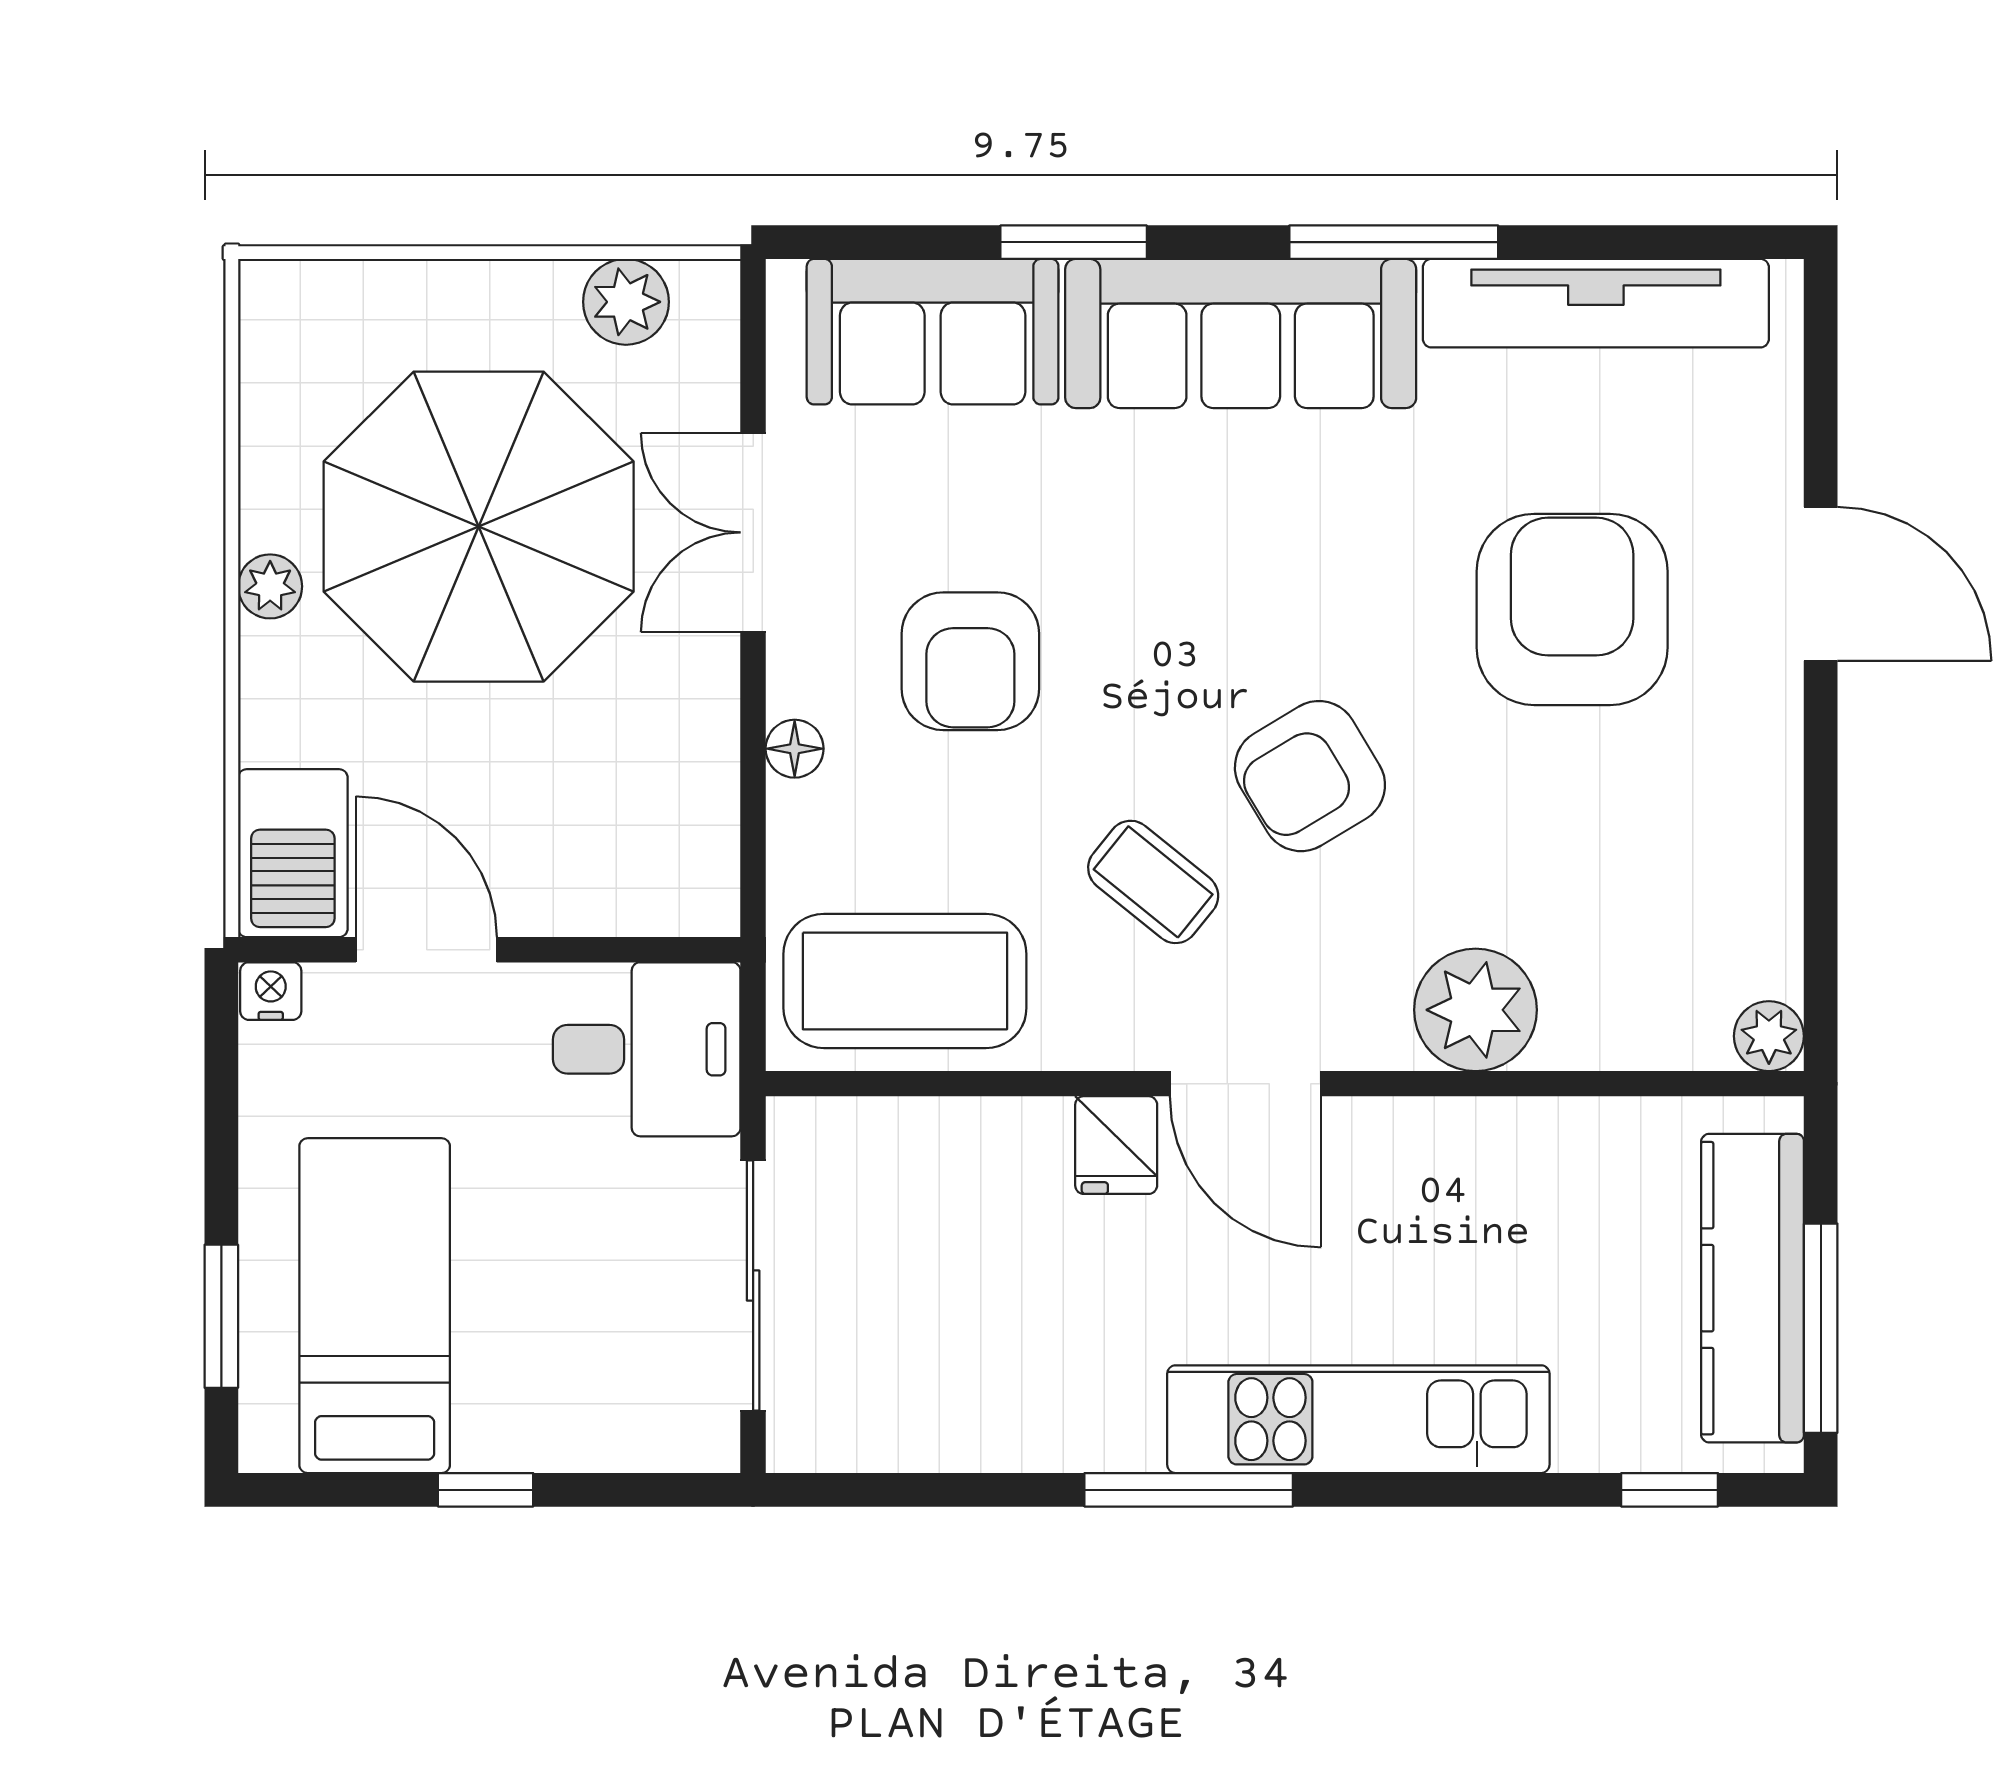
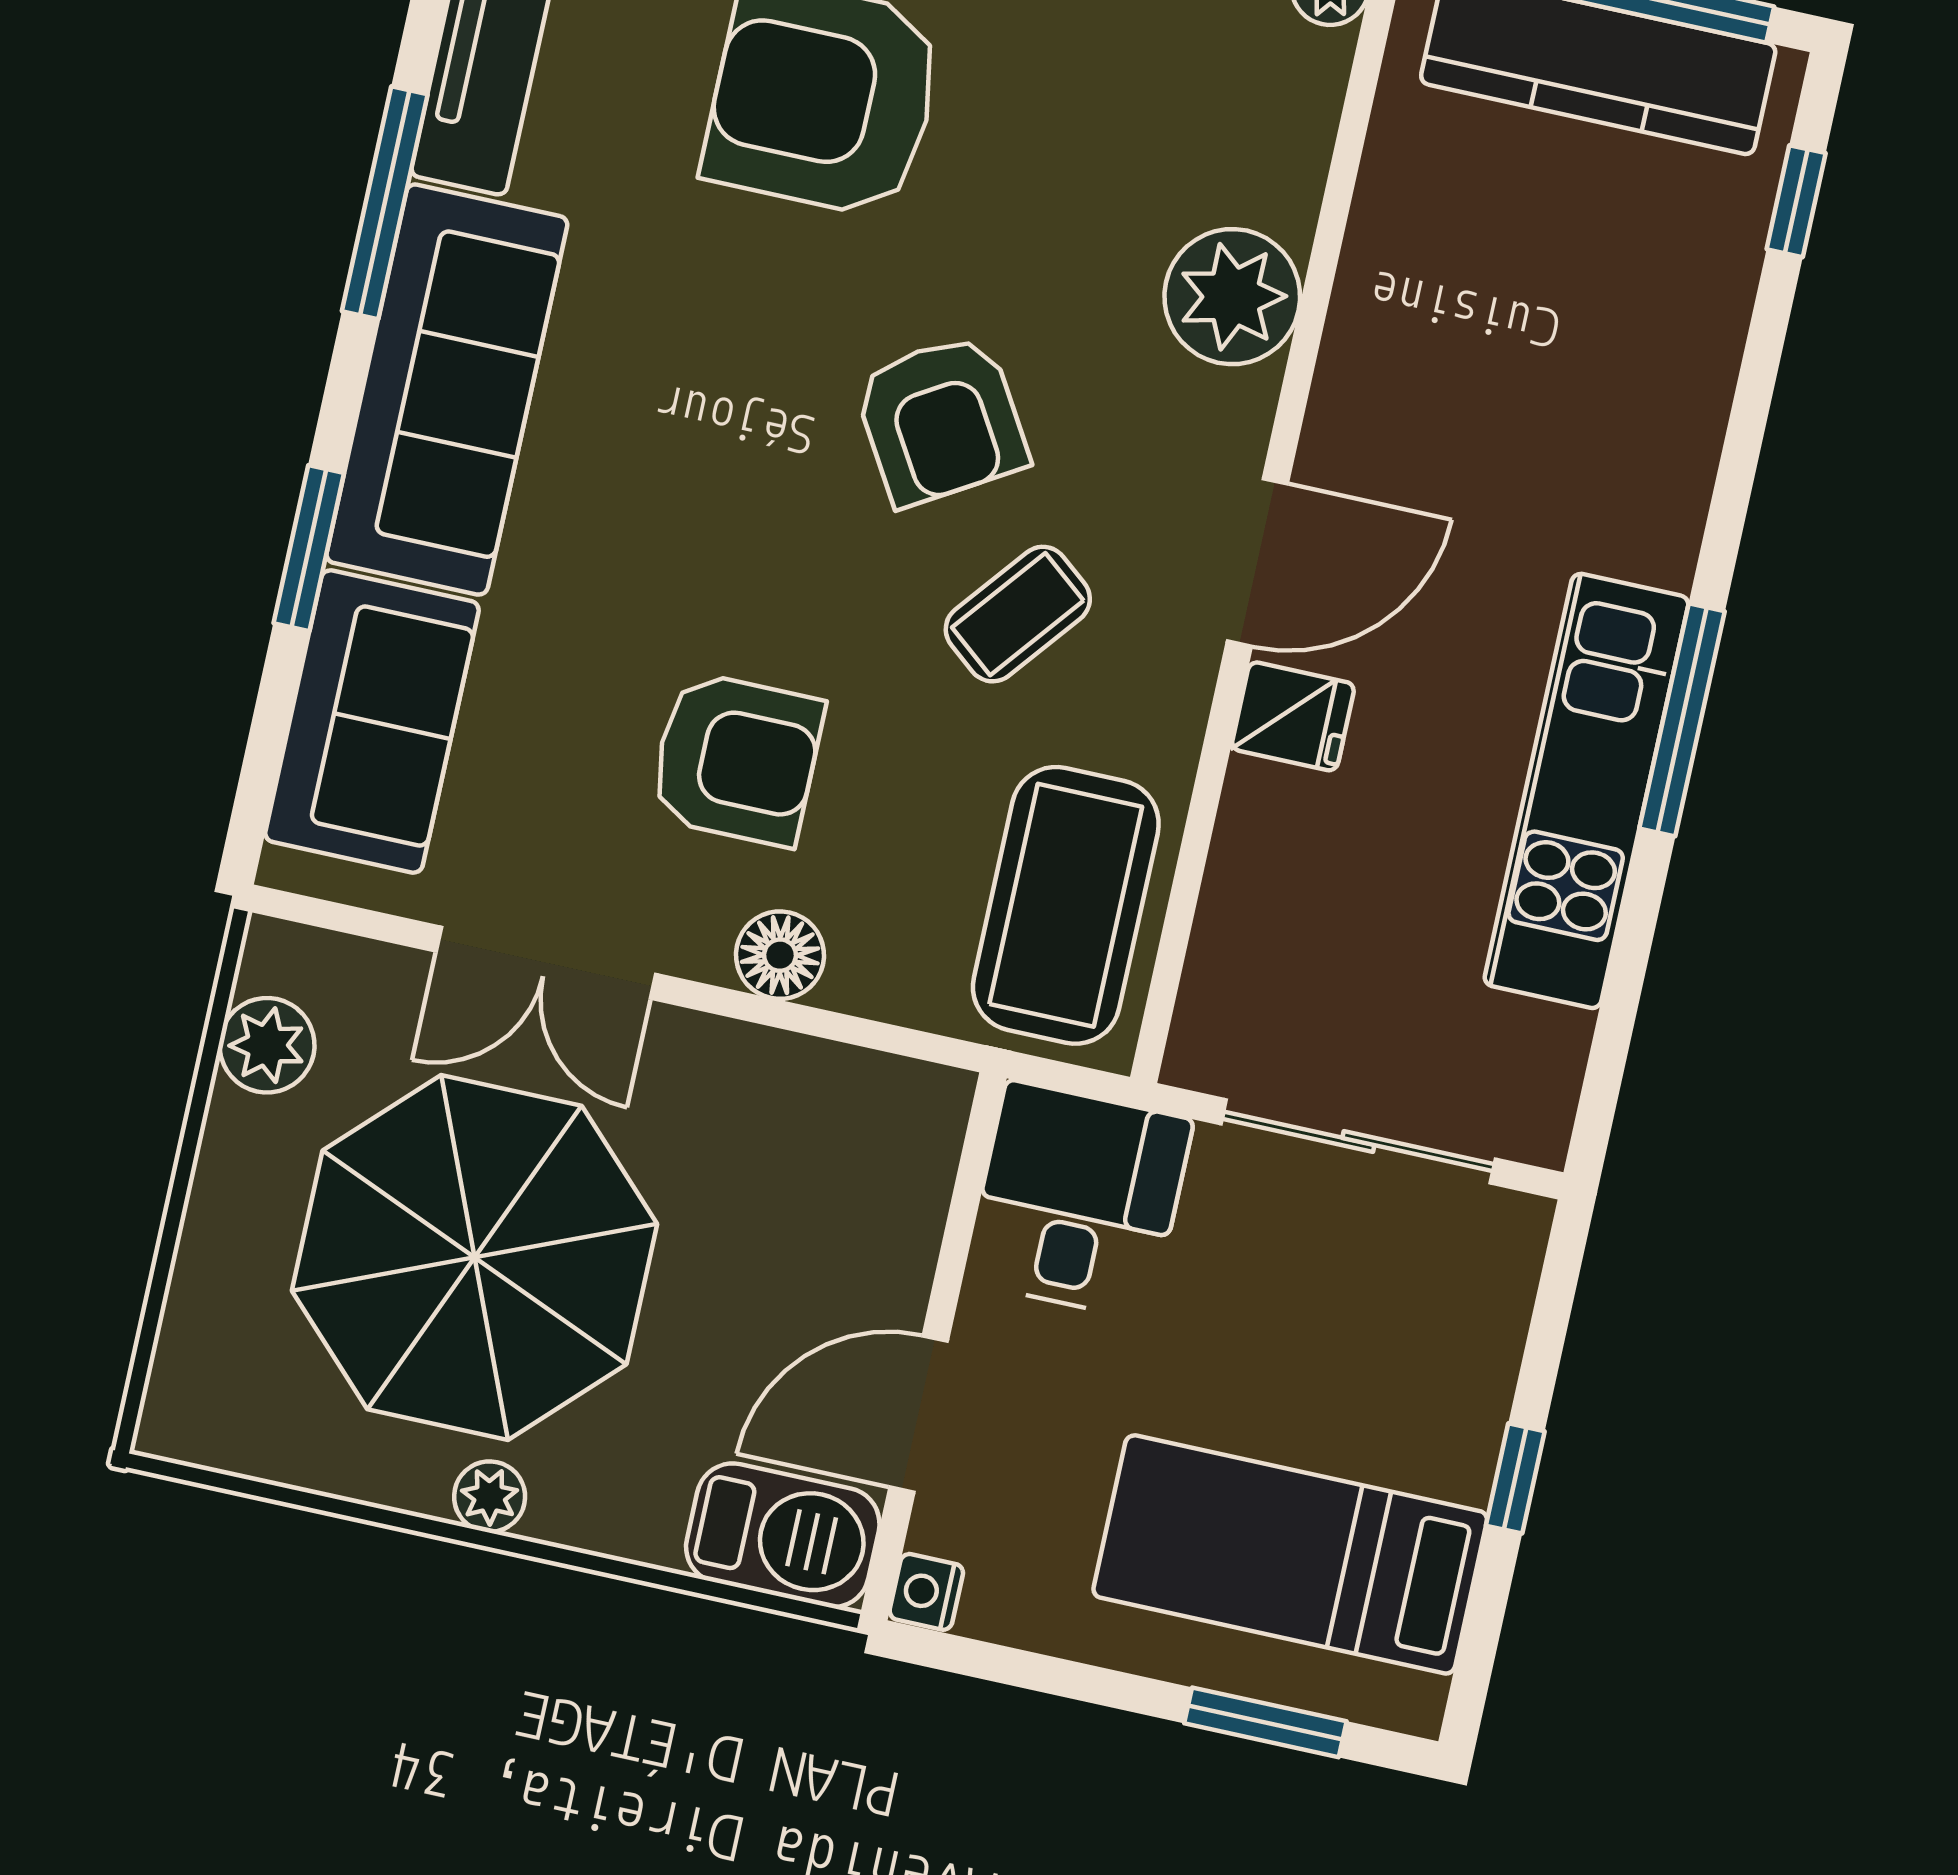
floor lamp: (795, 749) -> (780, 955), width x1.37, depth x1.37
kitchen unit: (1358, 1419) -> (1587, 791), moved

